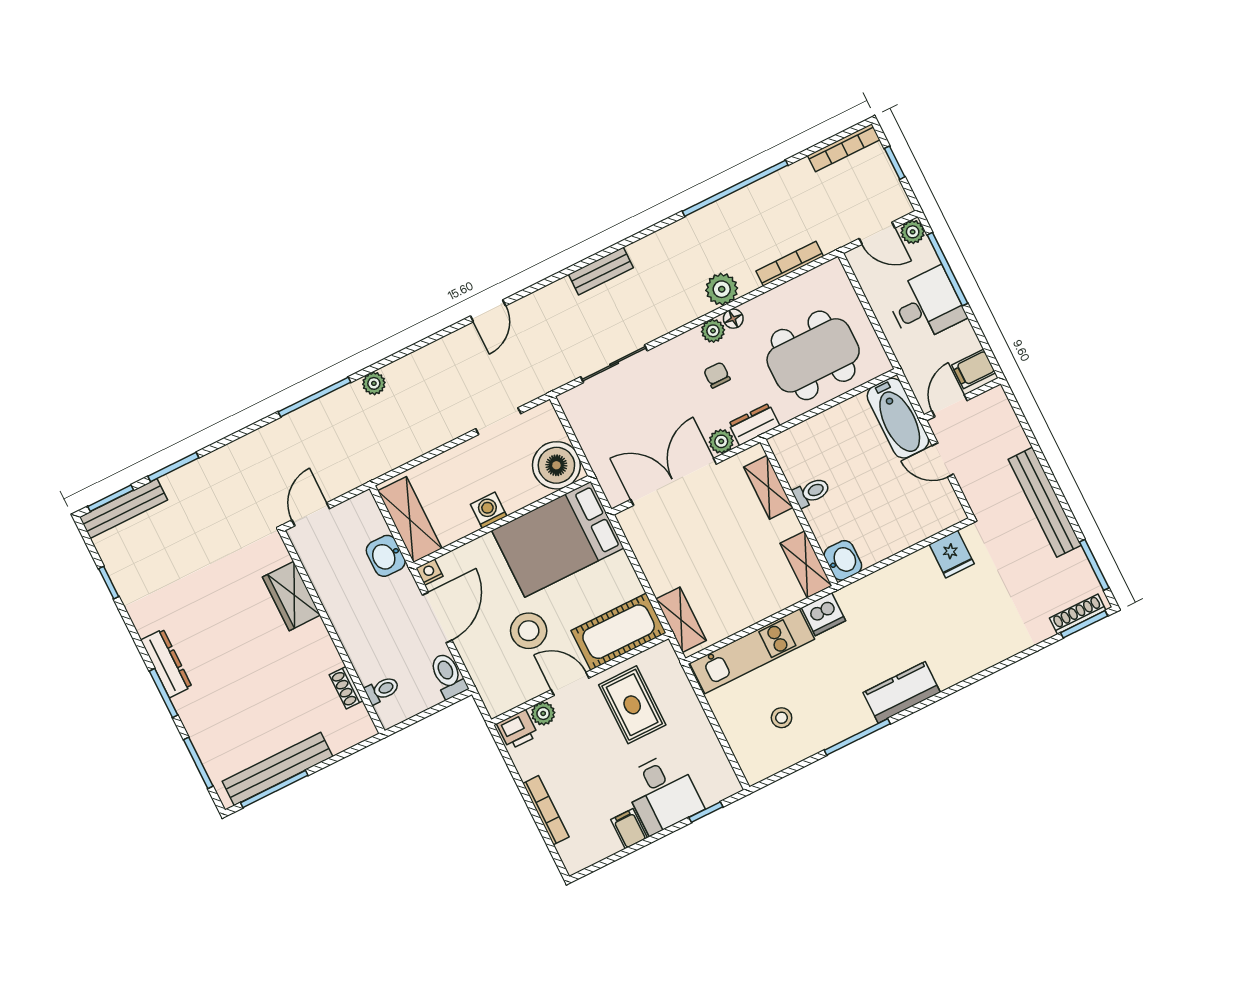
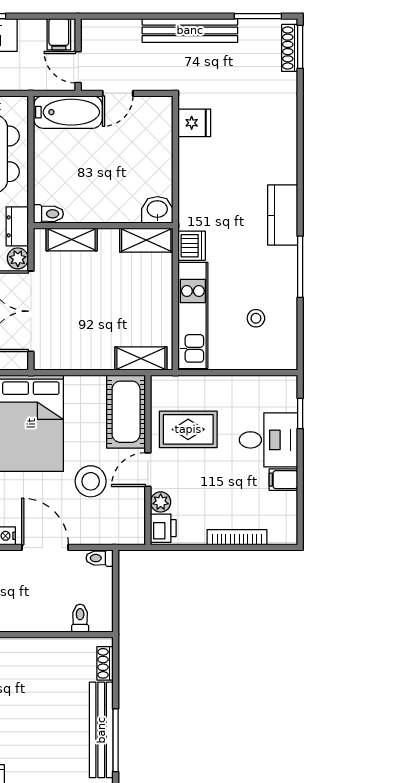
toilet: (811, 492) -> (48, 214), moved, turned 90
toilet: (448, 675) -> (100, 558), width x0.73, depth x0.72
shoe rack: (346, 688) -> (105, 663), moved, turned 90

